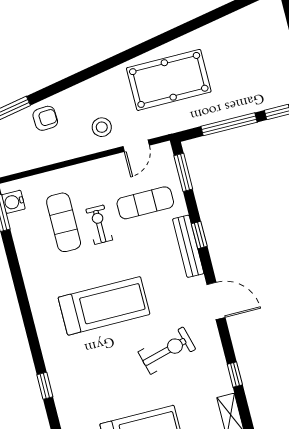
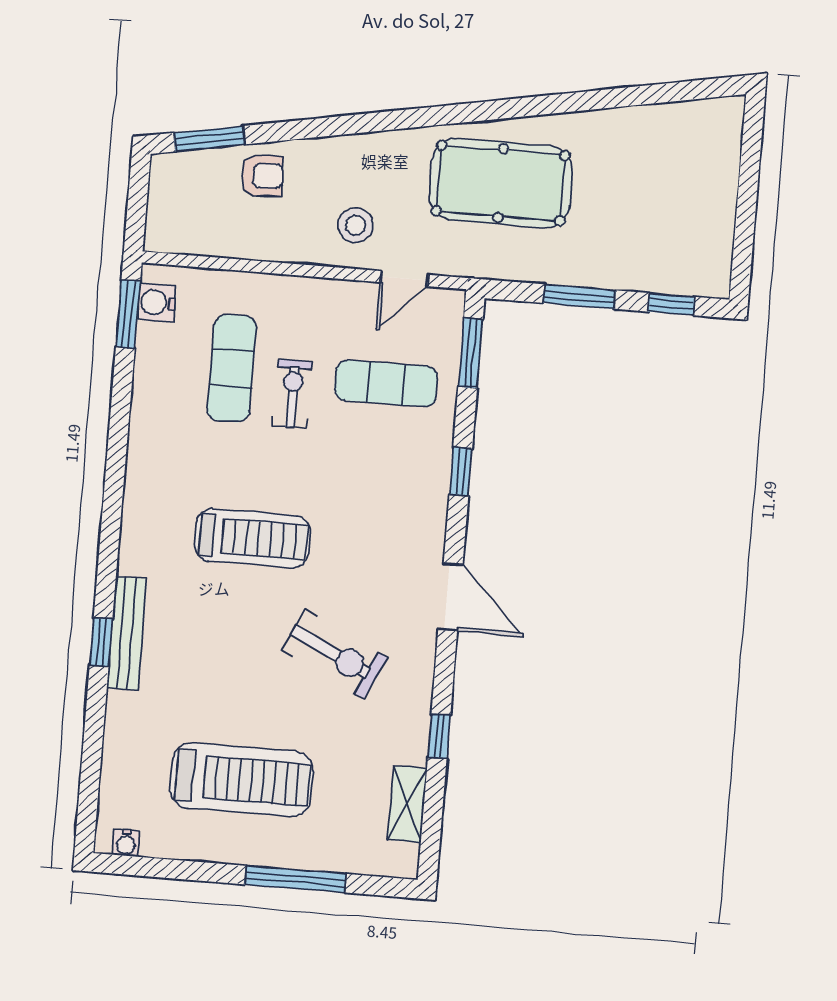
window: (229, 124) -> (579, 297), width x0.69
bench: (188, 246) -> (127, 633), moved
treadmill: (104, 306) -> (252, 538), width x0.73, depth x0.73
exercise bike: (167, 351) -> (335, 654), turned 41

